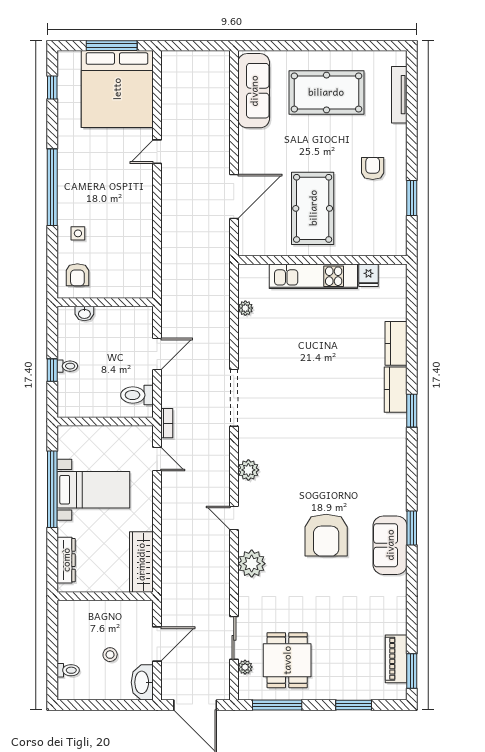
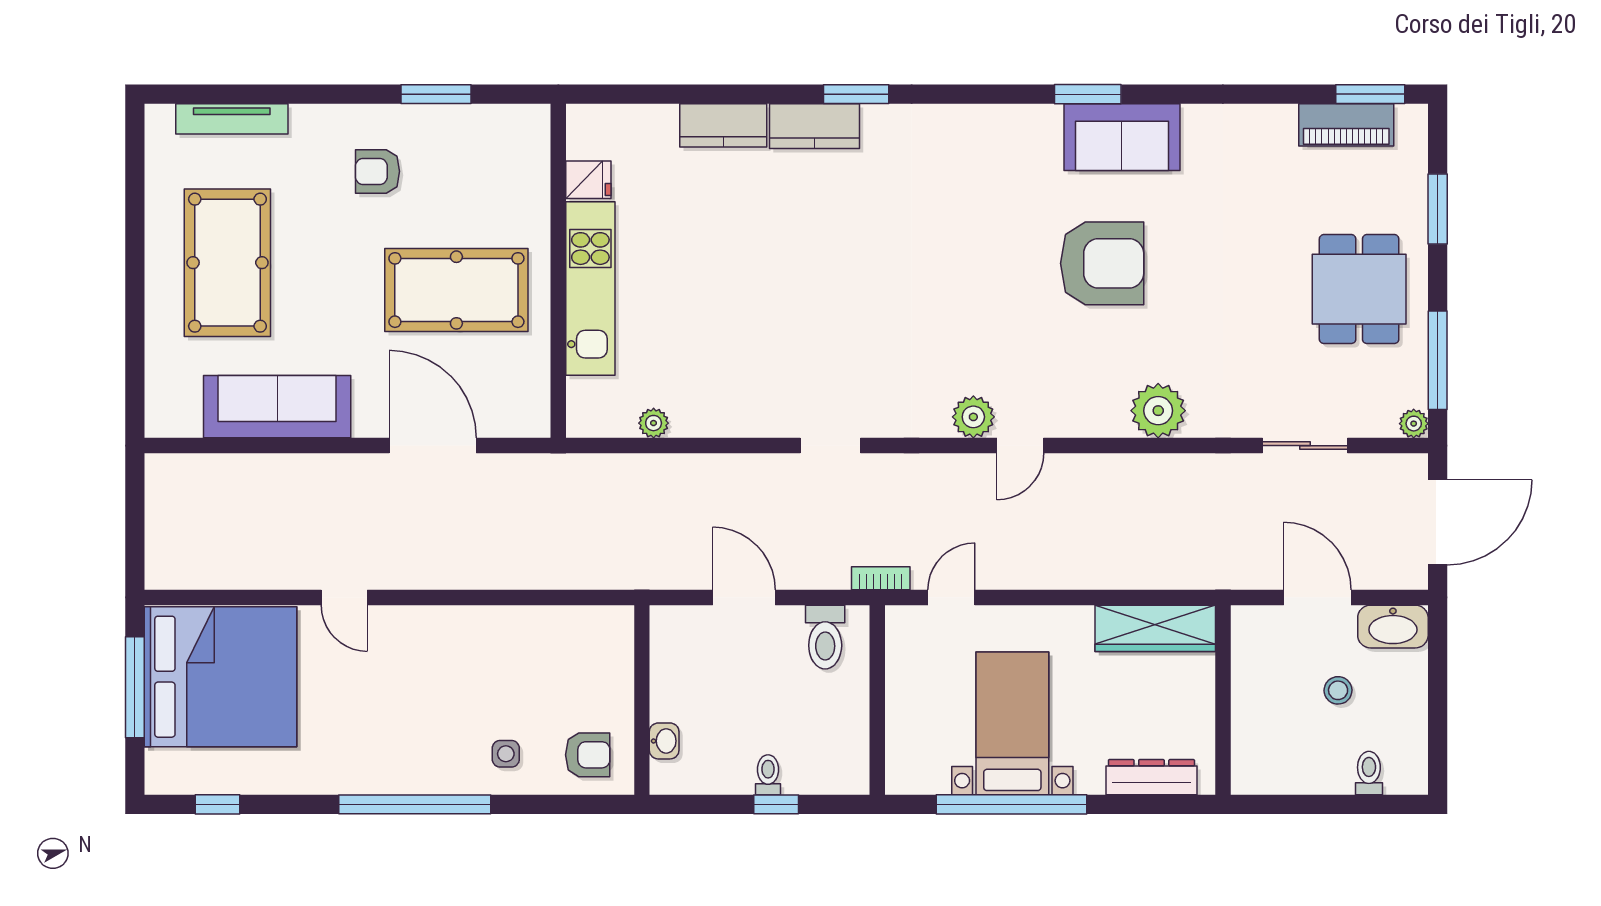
sofa: (254, 91) -> (277, 407), moved
doorway: (234, 398) -> (830, 446), width x0.53
door: (234, 518) -> (1020, 446), moved
dining table: (287, 660) -> (1359, 289), moved, turned 90
plant: (245, 667) -> (1414, 424), moved

